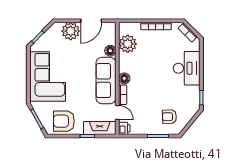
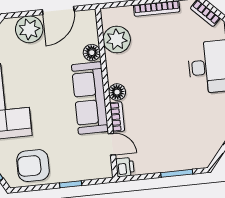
armchair: (169, 117) -> (191, 142), removed
fireplace: (100, 128) -> (88, 170), removed

